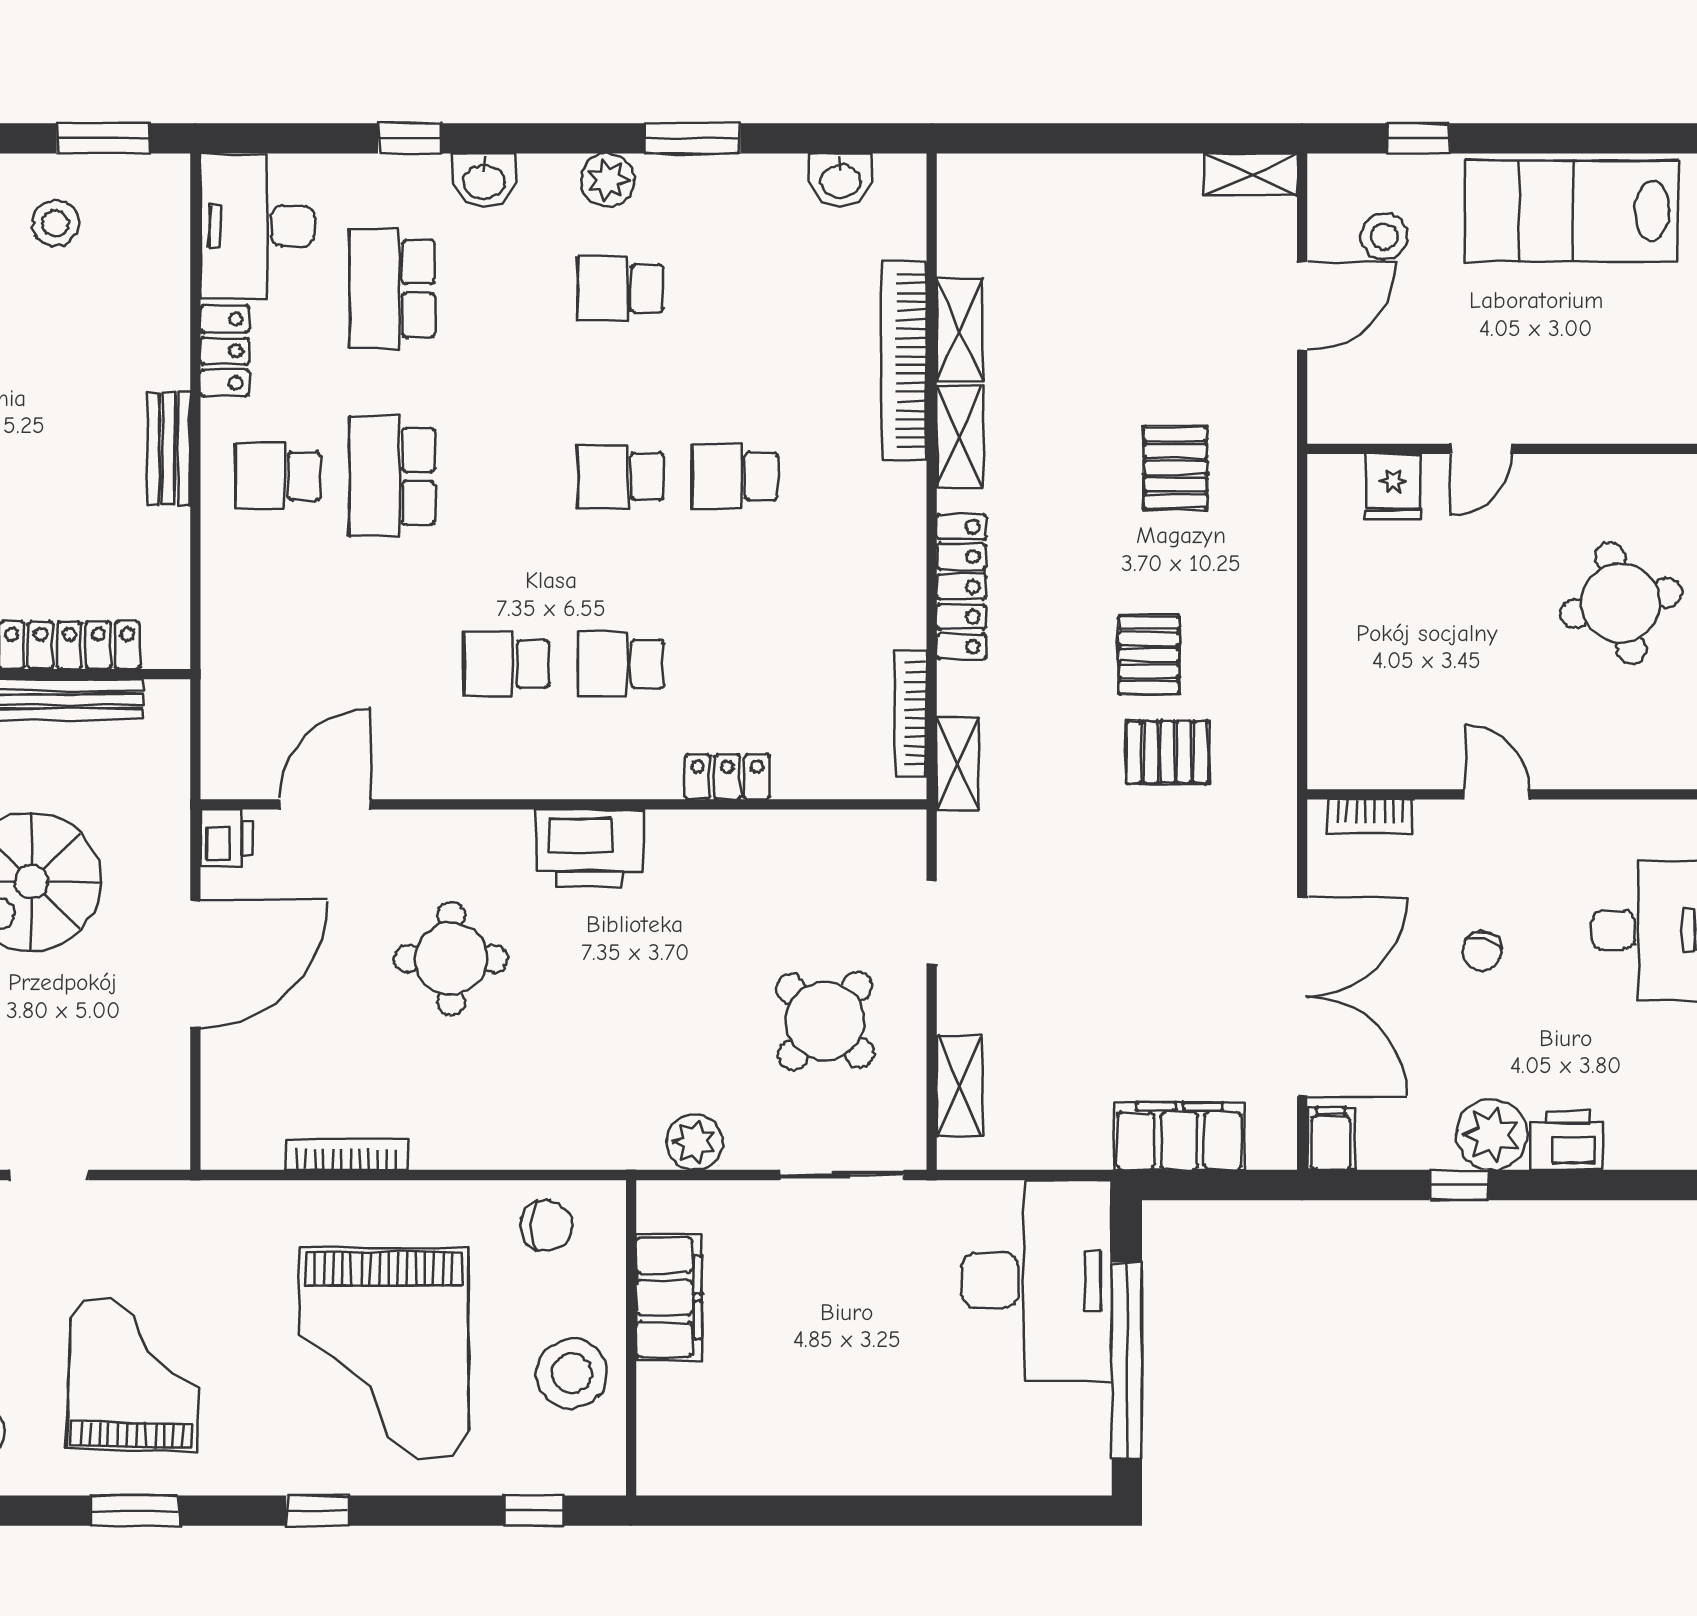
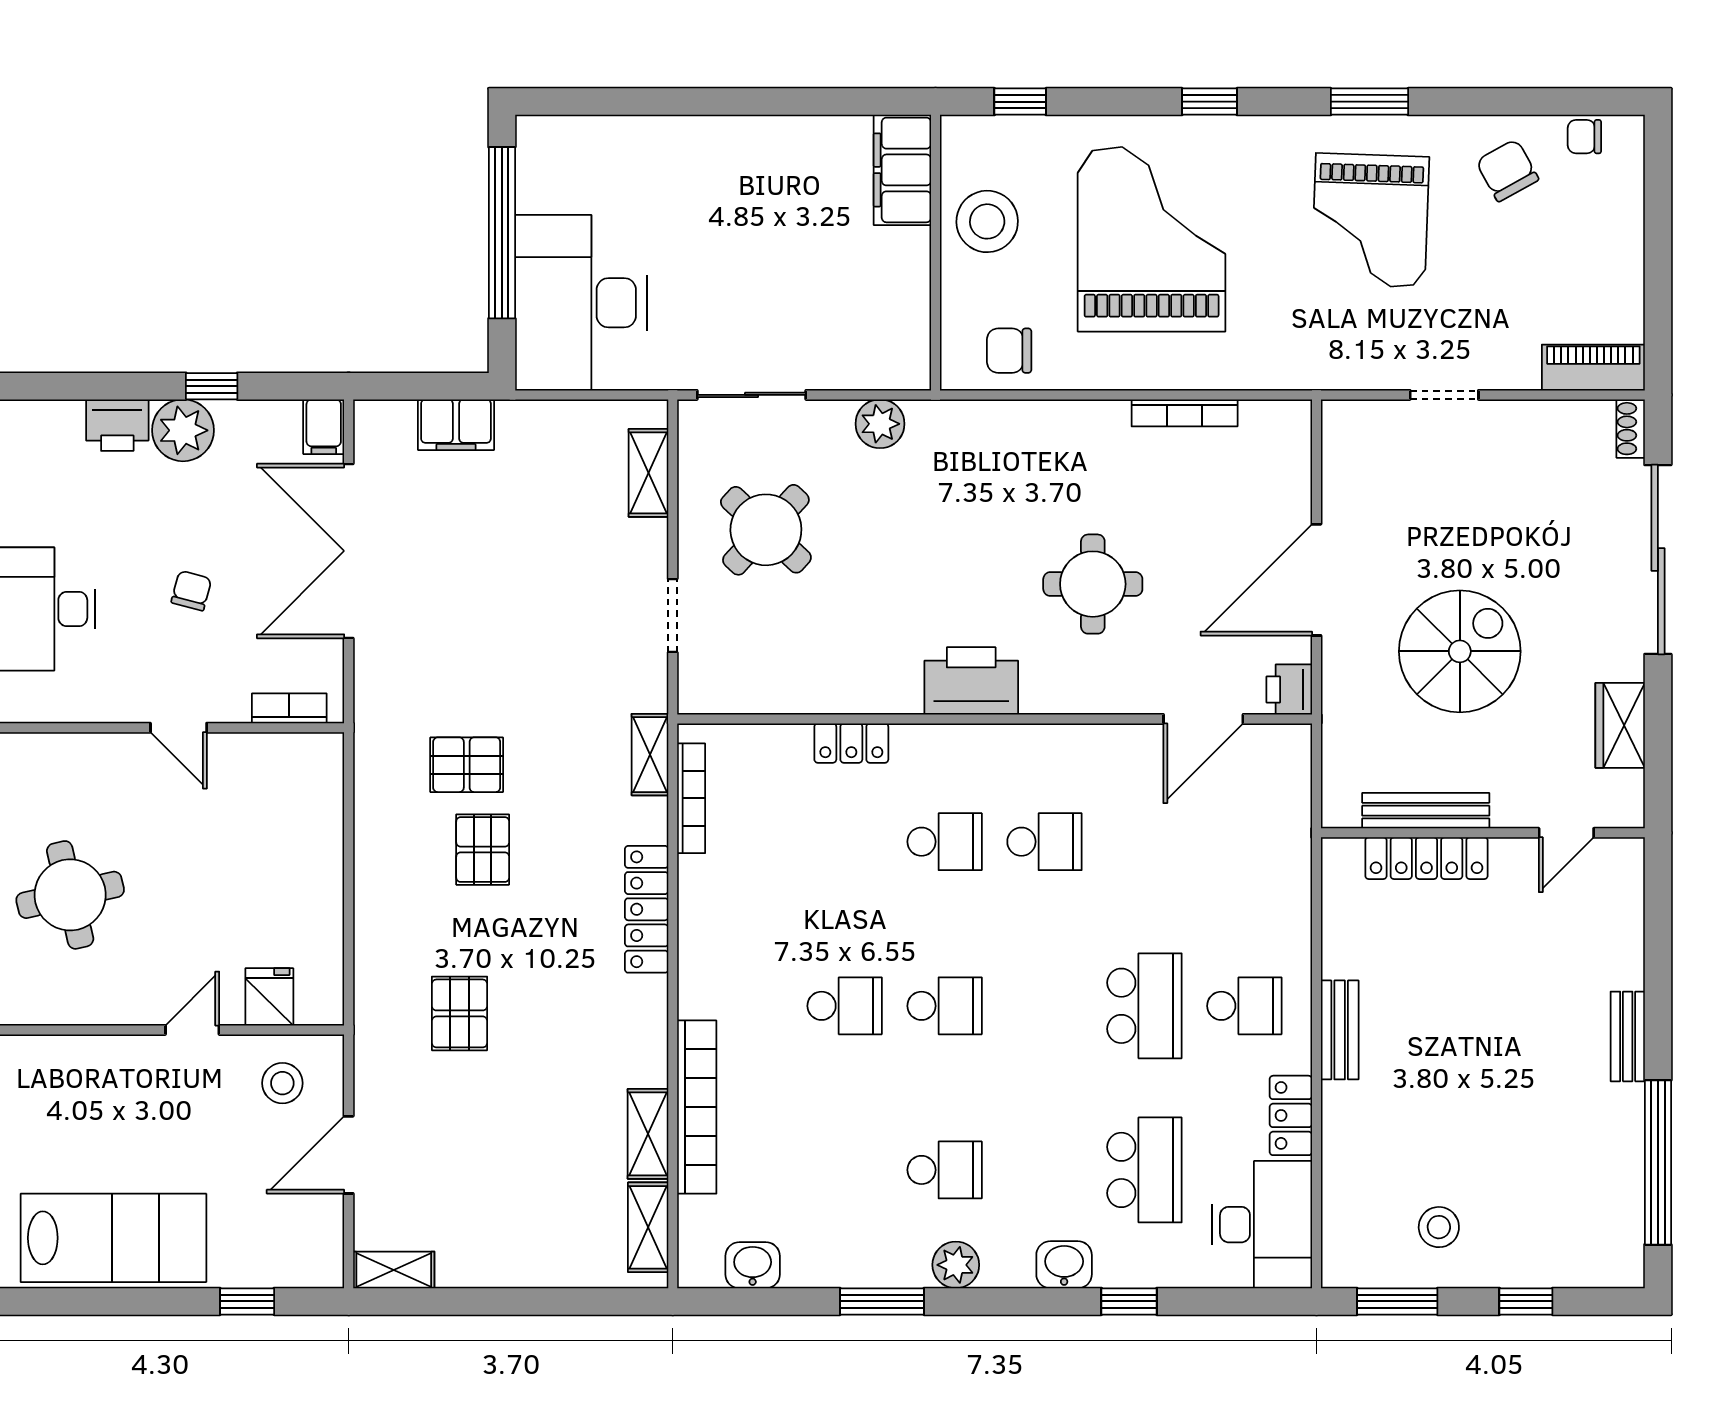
stool: (1384, 237) -> (282, 1083), moved
shelving: (960, 437) -> (648, 1227), moved
filing cabinet: (1179, 1136) -> (456, 425), width x0.67, depth x0.86
filing cabinet: (669, 1297) -> (902, 170), moved

